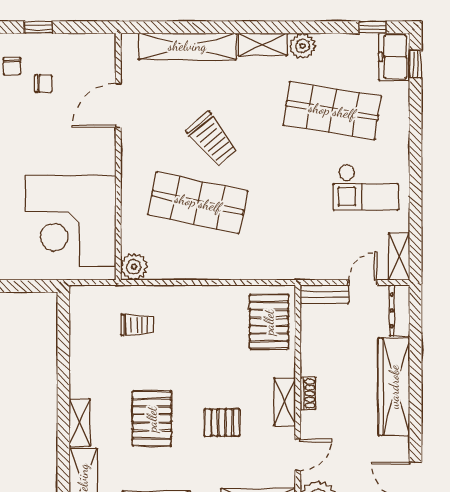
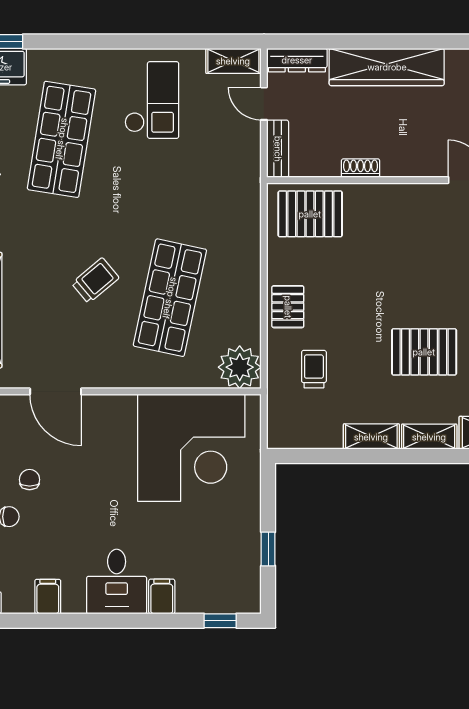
trolley: (212, 139) -> (95, 281), width x0.73, depth x0.72
plant: (134, 267) -> (240, 367), width x1.36, depth x1.36
shoe rack: (308, 393) -> (361, 168), moved
shelving: (285, 402) -> (371, 437), moved
pallet: (222, 423) -> (288, 307), moved

